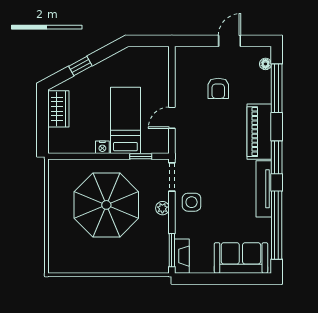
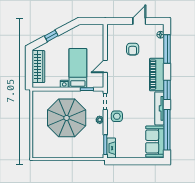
wardrobe: (58, 109) -> (38, 67), width x1.50
sofa: (241, 258) -> (155, 142), moved, turned -90

